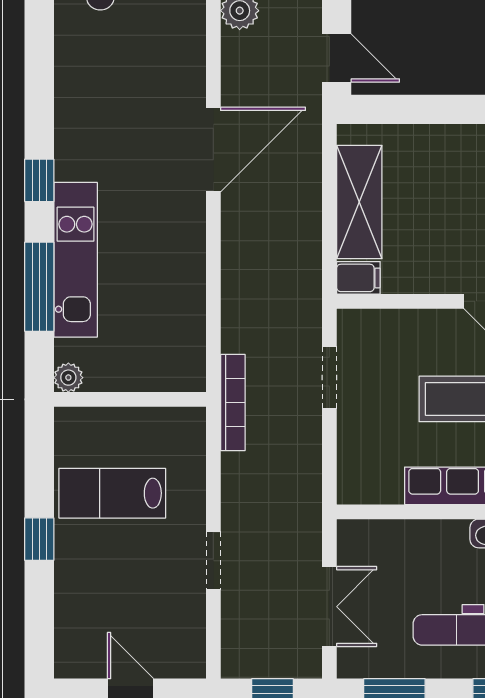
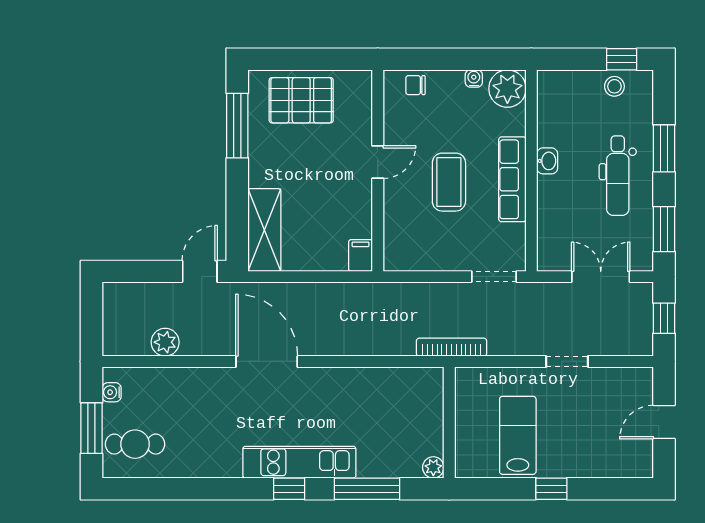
shelving: (359, 202) -> (264, 230), moved, turned 90
kitchen unit: (76, 260) -> (299, 462), moved
doorway: (329, 377) -> (494, 277), moved
lab bench: (112, 493) -> (518, 435), turned 180

